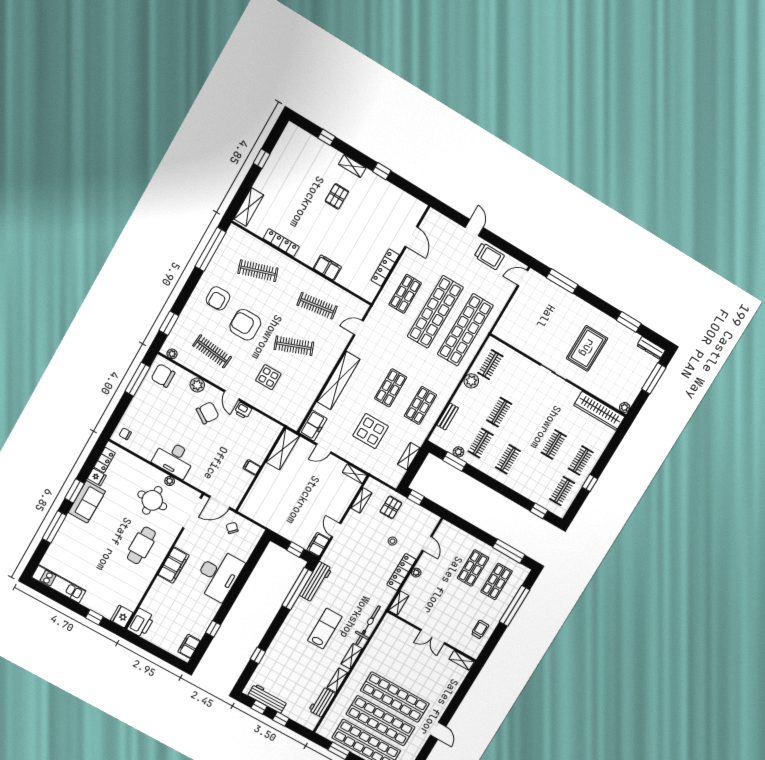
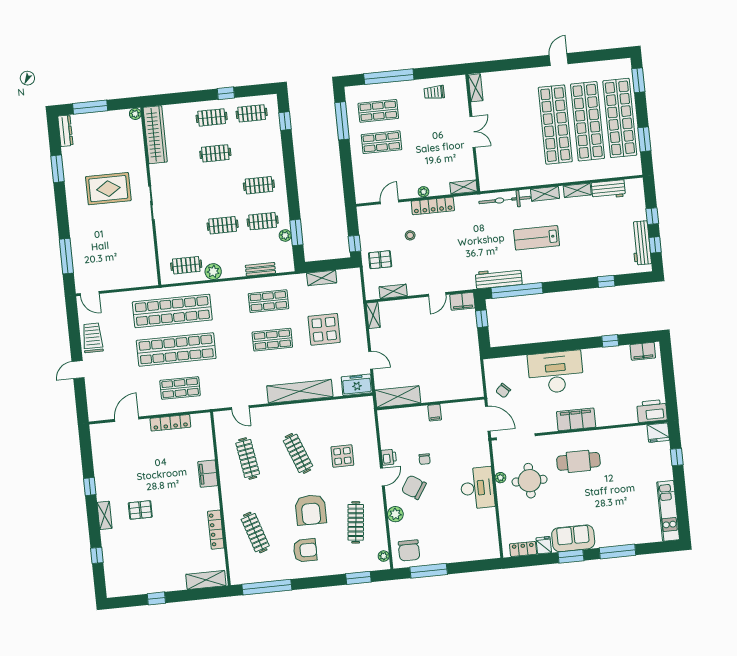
chair: (125, 434) -> (425, 459), moved

